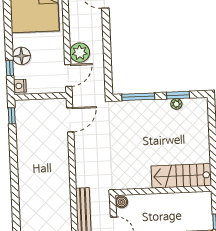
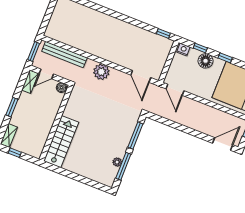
window: (8, 36) -> (225, 58), added
plant: (80, 53) -> (101, 72), moved
window: (178, 95) -> (123, 166), width x1.44

